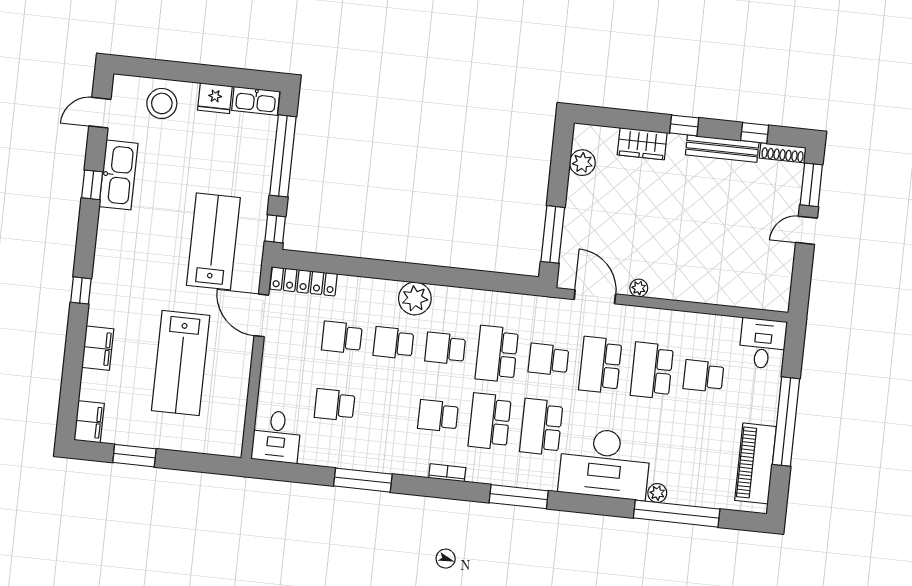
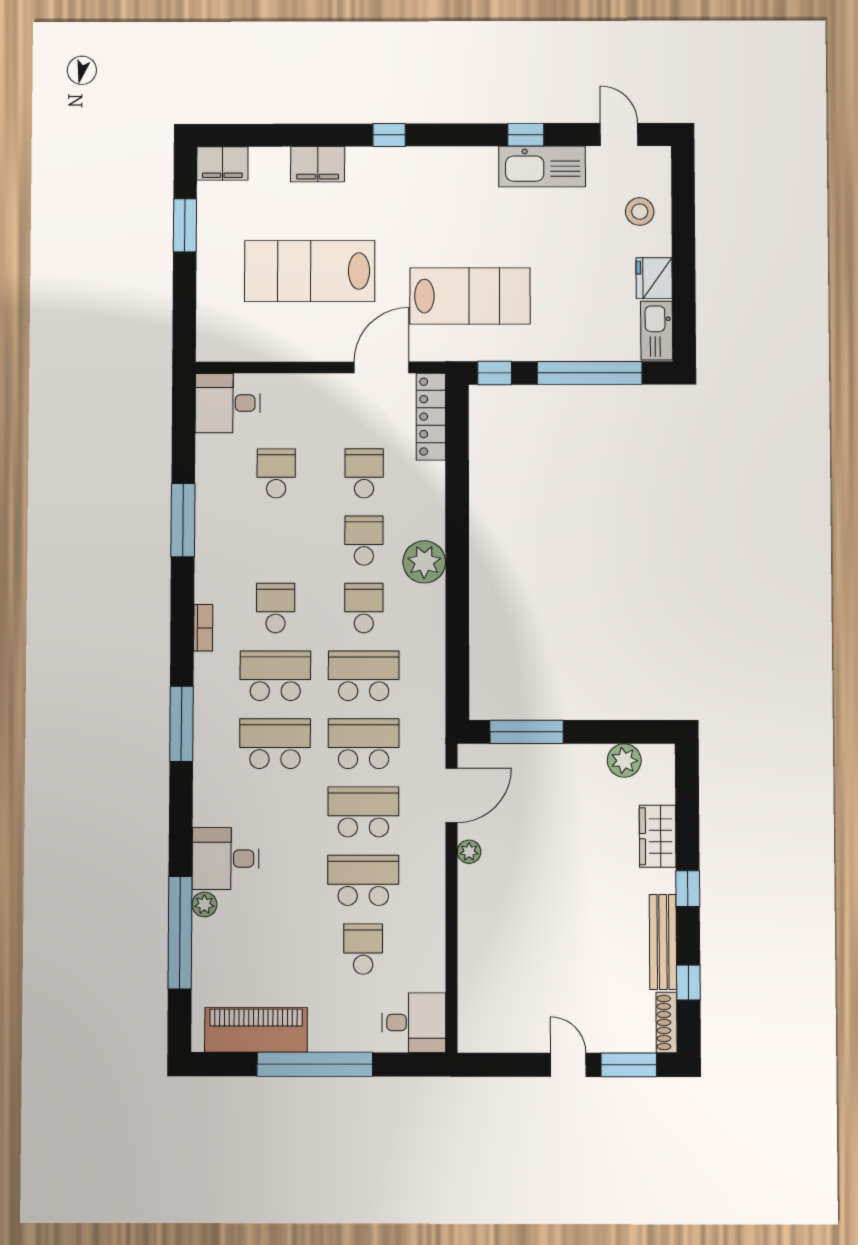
stool: (162, 103) -> (640, 212), width x0.73, depth x0.73
school desk: (549, 359) -> (364, 744), width x1.85
desk: (605, 464) -> (226, 859), width x0.53, depth x0.77

